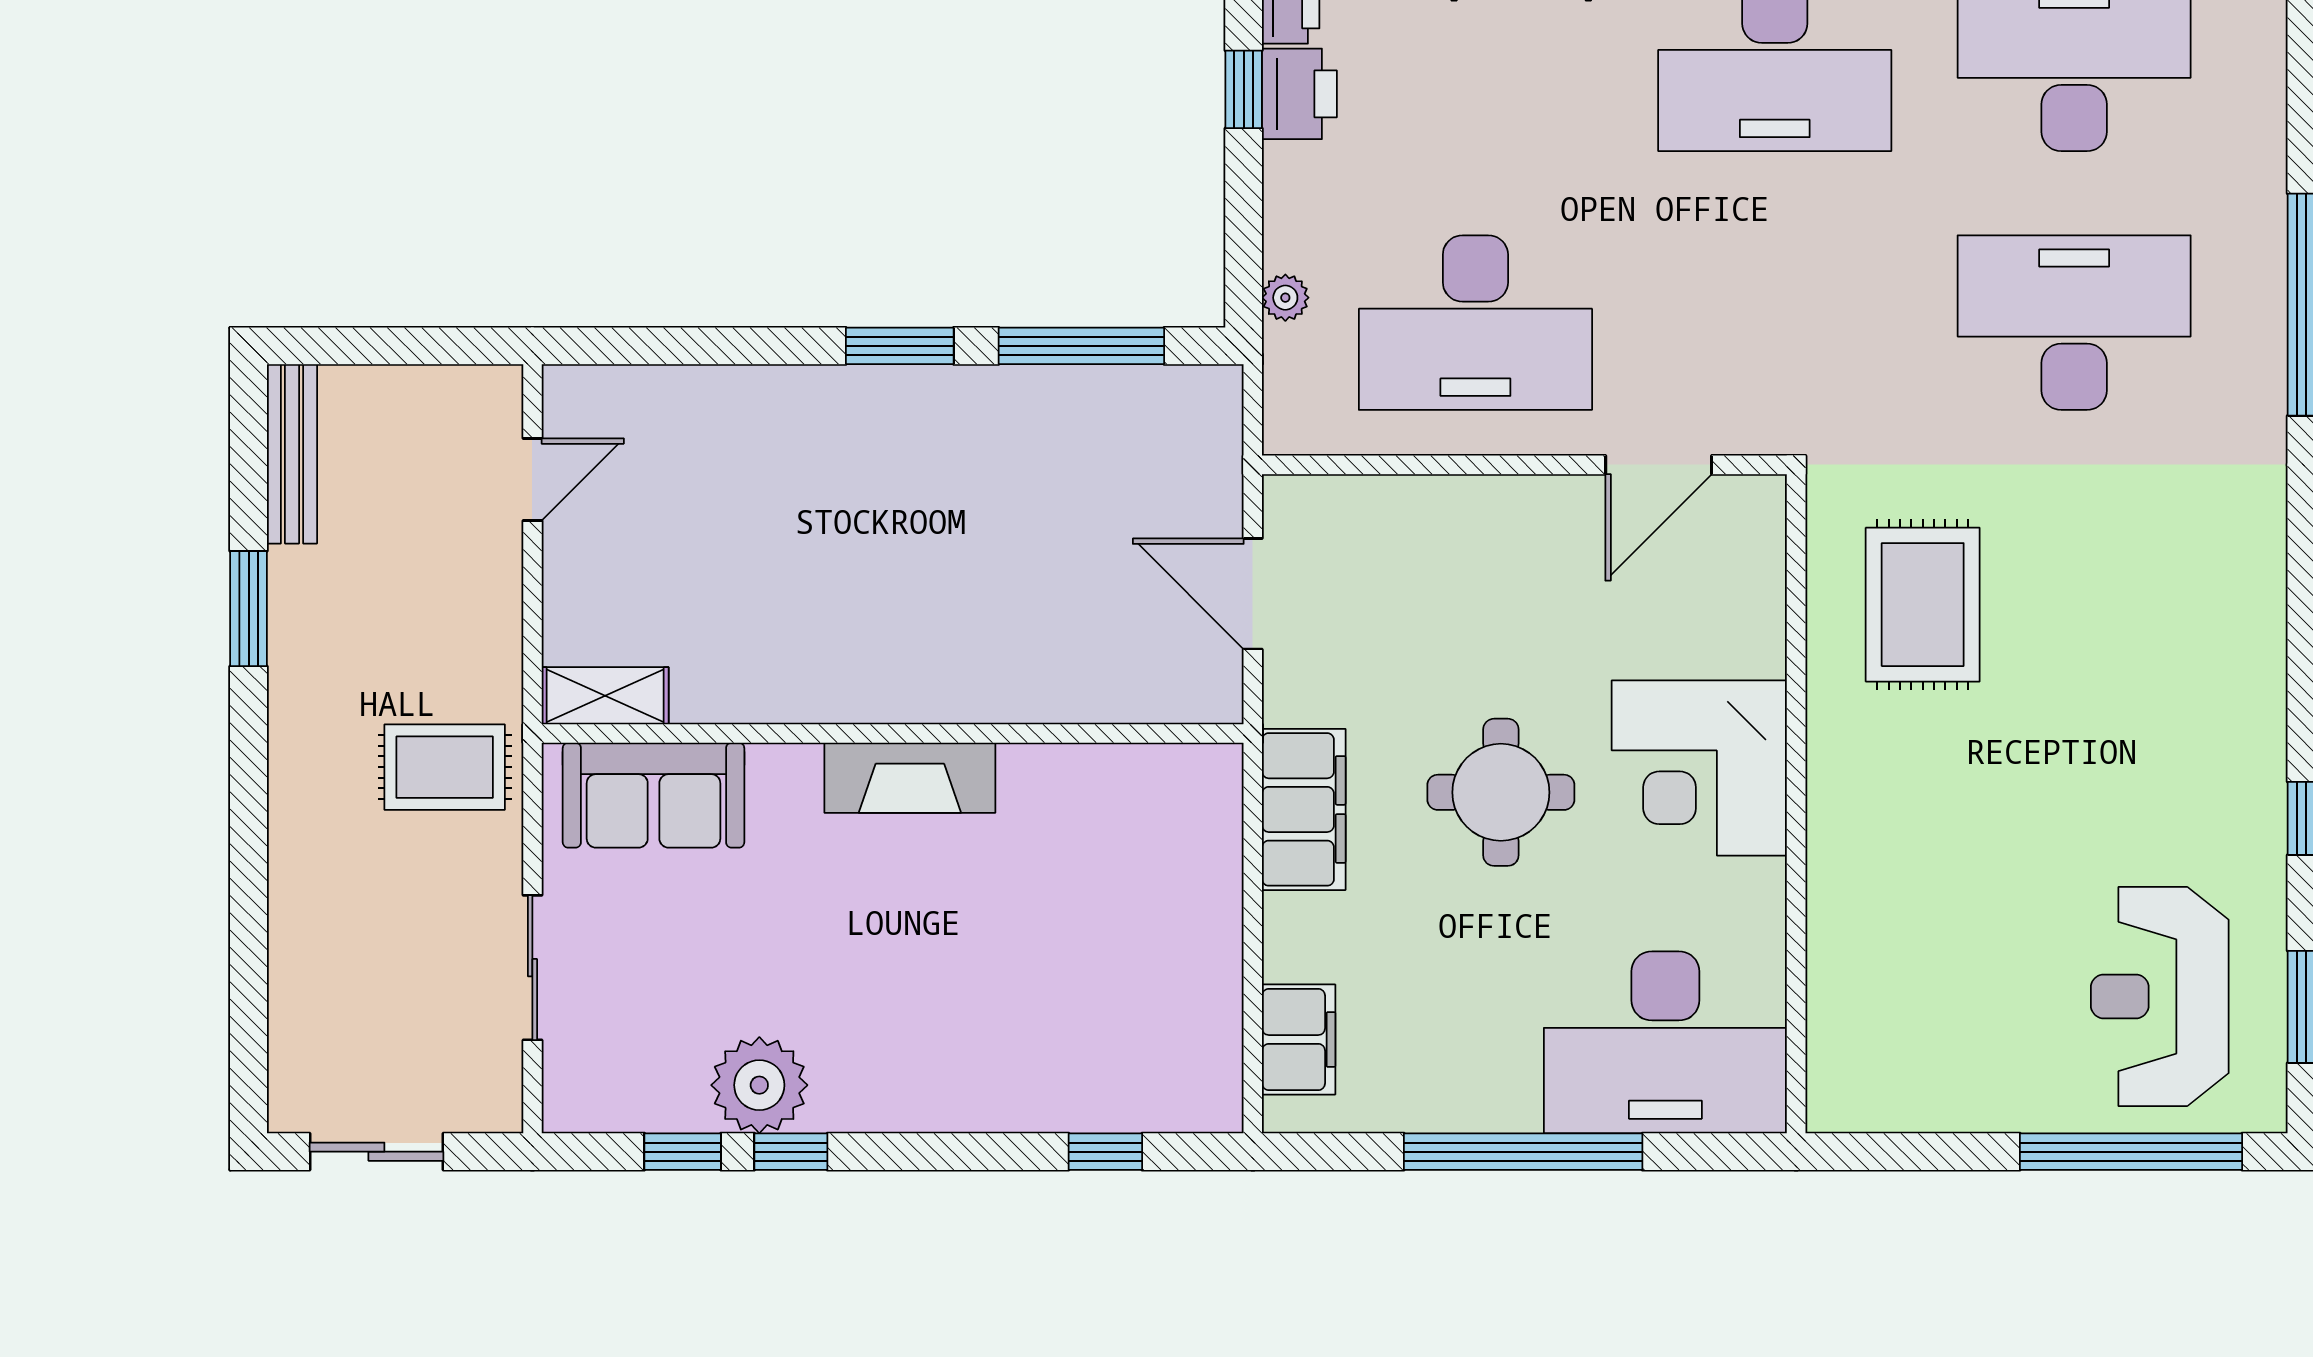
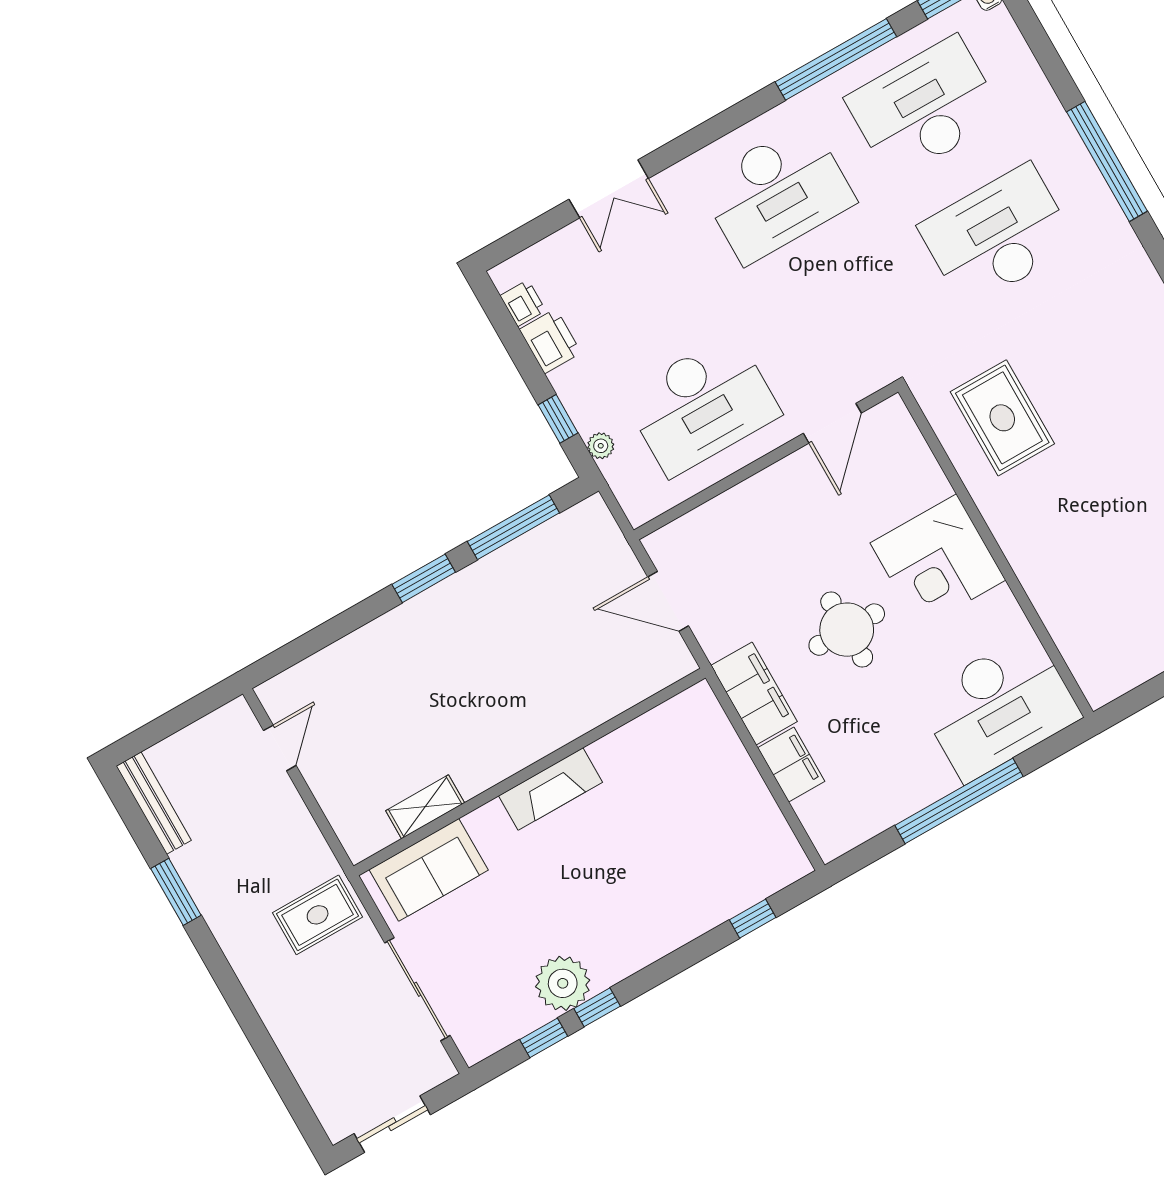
window: (1244, 89) -> (558, 419), moved
shelving: (605, 696) -> (425, 807), moved
sliding door: (532, 968) -> (417, 989), width x1.37
filing cabinet: (1299, 1039) -> (791, 764), moved

